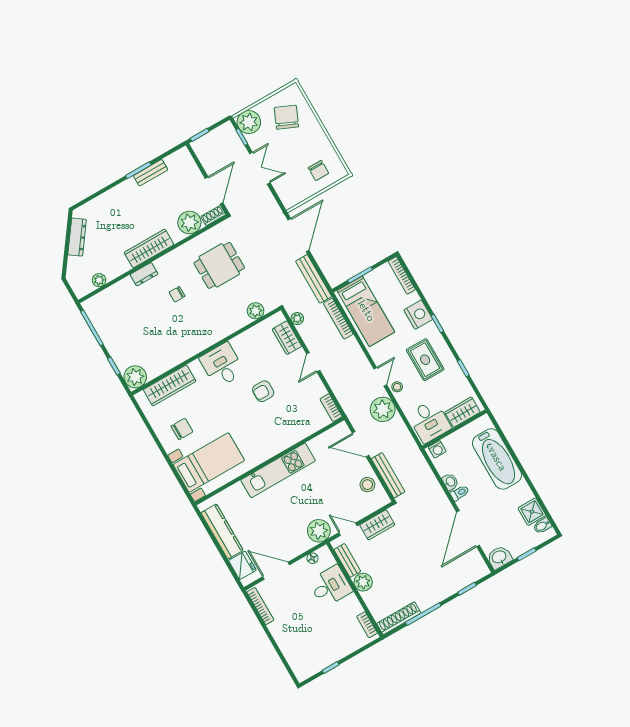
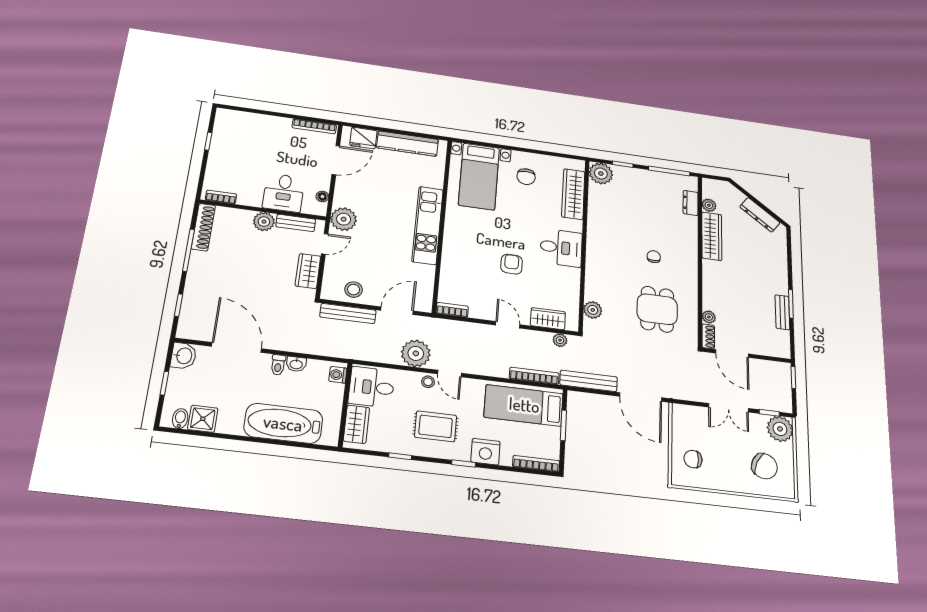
plant: (189, 222) -> (709, 317), width x0.53, depth x0.53
wardrobe: (149, 248) -> (712, 236), moved
dresser: (144, 274) -> (691, 203), moved

